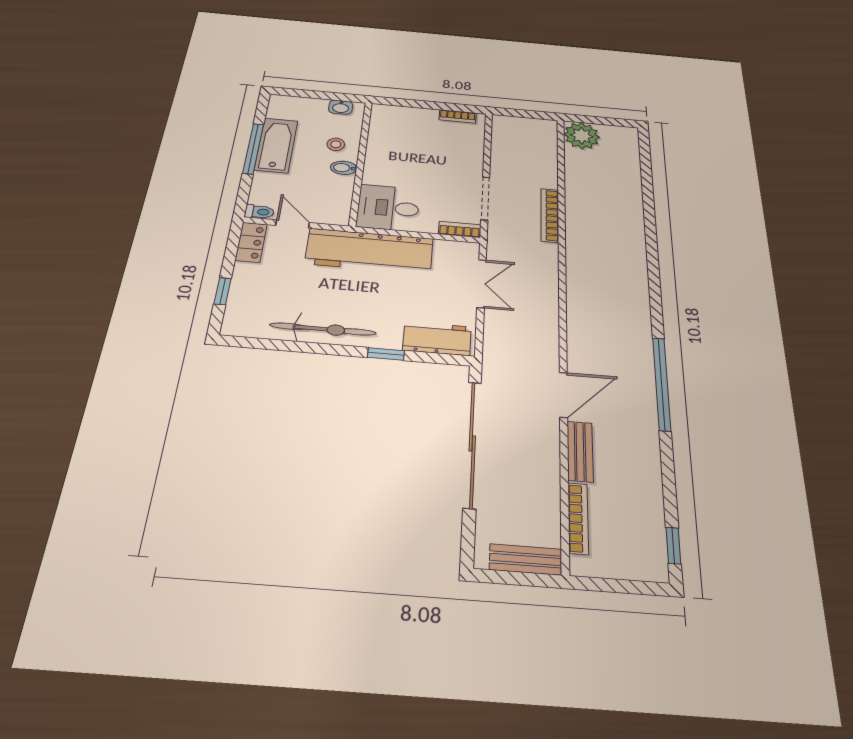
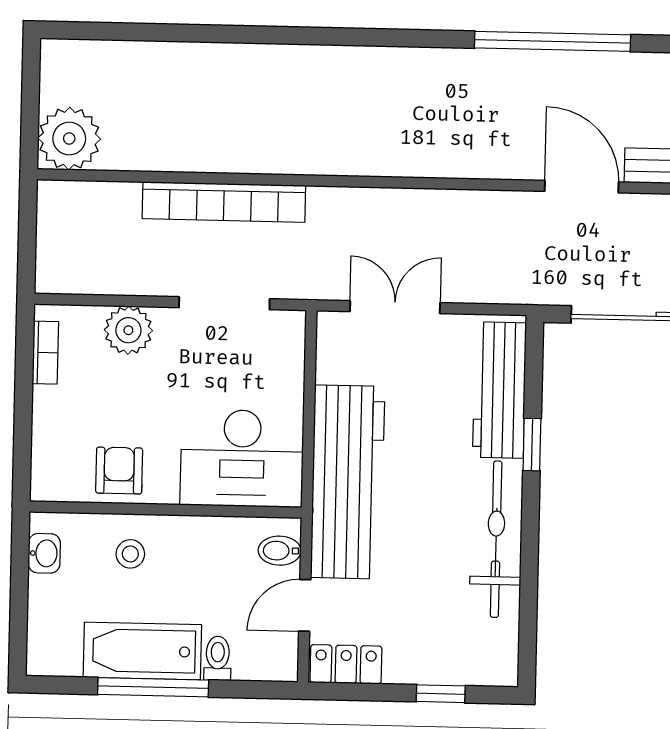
armchair: (386, 143) -> (119, 471), added
plant: (470, 153) -> (128, 330), added
bidet: (344, 168) -> (280, 551), moved, turned 90
desk: (388, 208) -> (242, 458), width x1.37
toilet: (259, 212) -> (218, 658), moved
bookcase: (550, 215) -> (224, 202), width x1.48, depth x1.31
bookcase: (460, 229) -> (292, 343), removed
workbench: (437, 339) -> (499, 390), width x1.38

